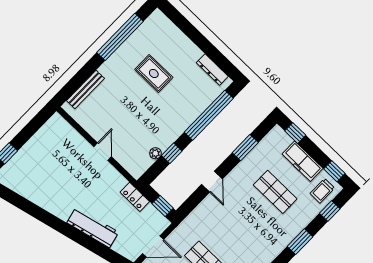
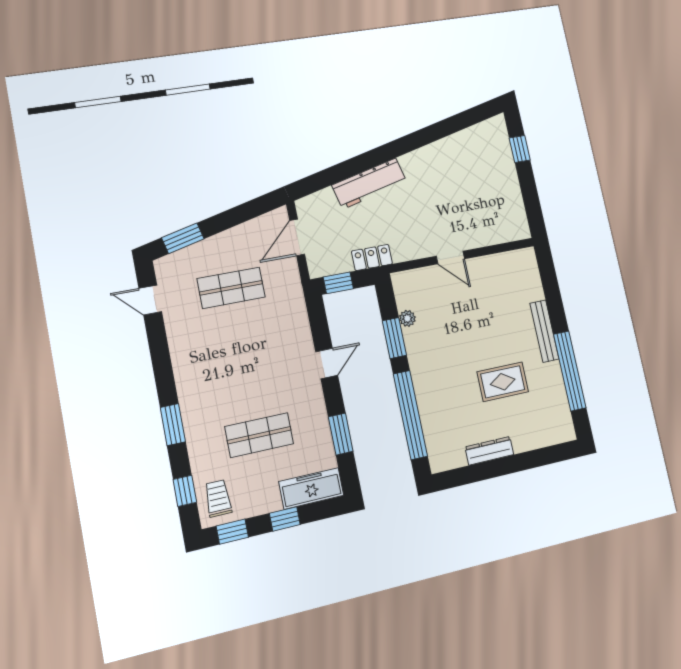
dresser: (212, 69) -> (489, 451), moved
bench: (85, 90) -> (544, 331), moved
window: (295, 133) -> (285, 519), moved
window: (172, 153) -> (394, 338), width x1.50
freezer: (302, 161) -> (311, 488), moved
door: (212, 182) -> (327, 363), swing flipped

